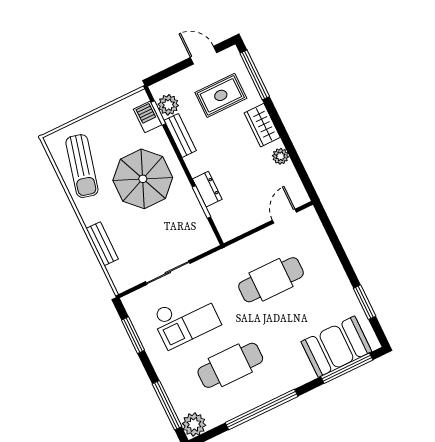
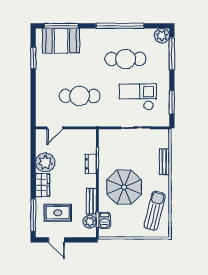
plant: (280, 156) -> (45, 162), width x1.88, depth x1.88

